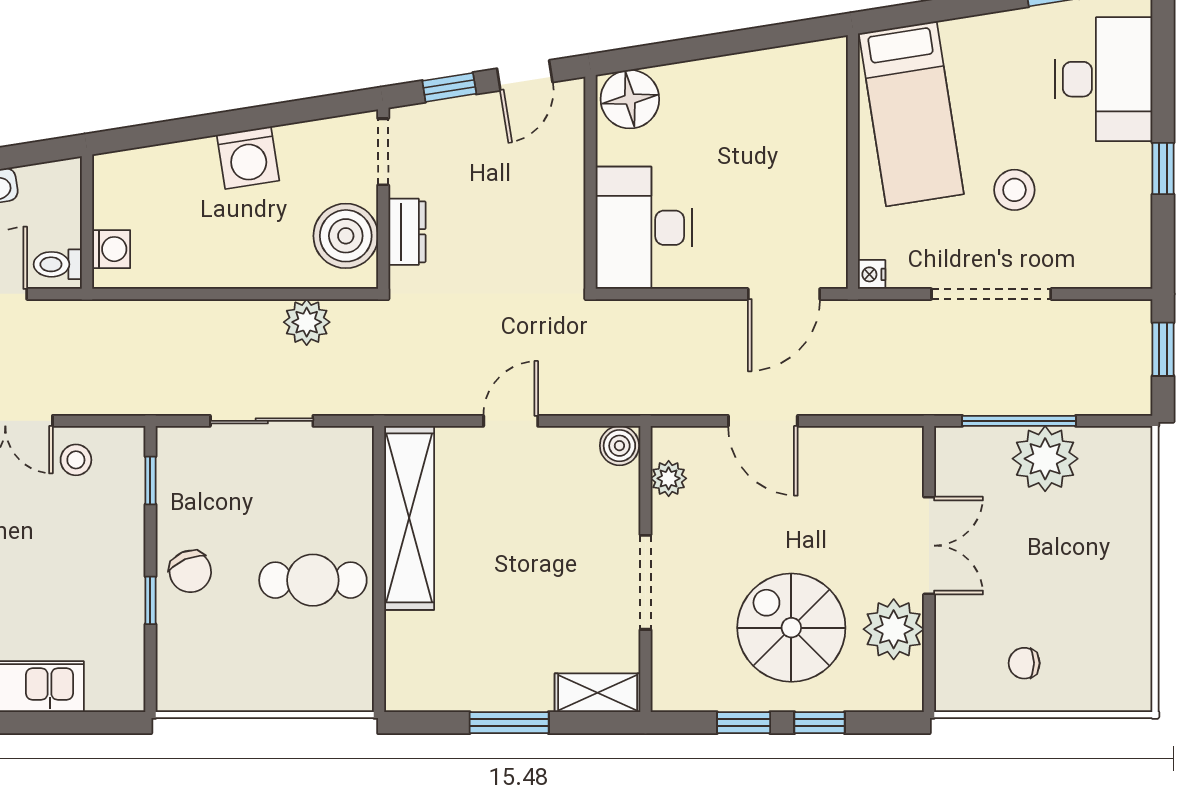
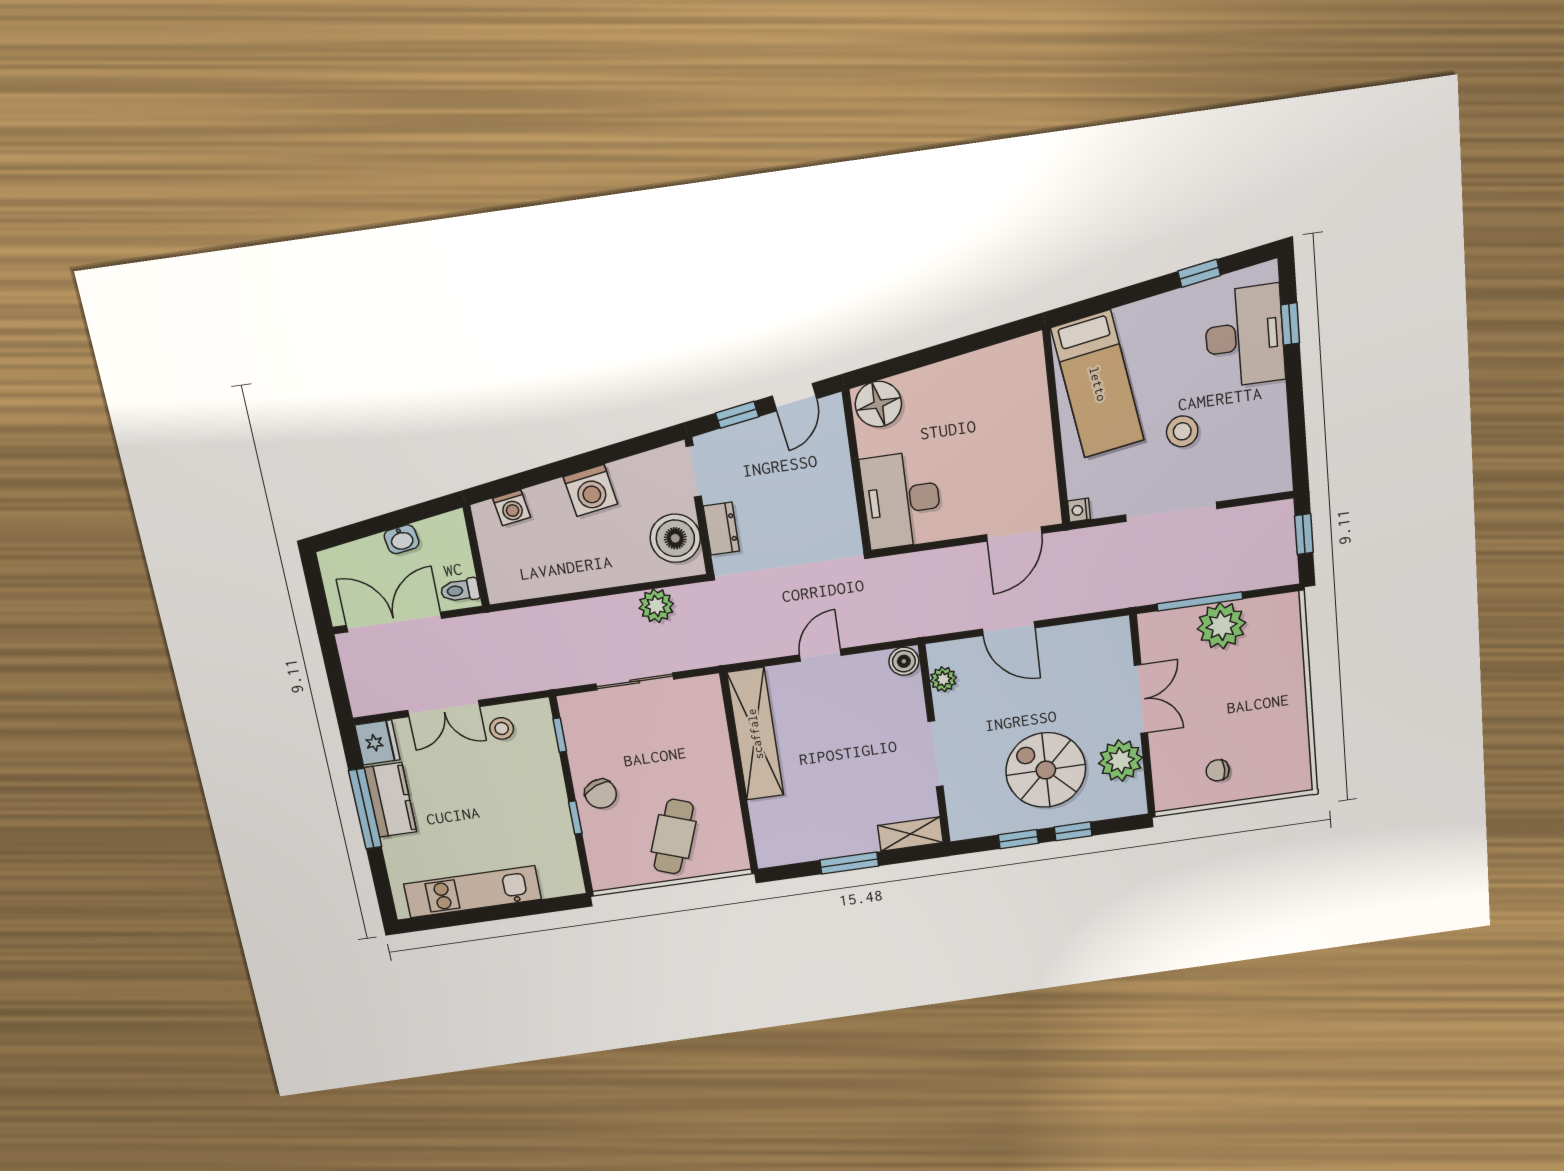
window: (1163, 168) -> (1290, 324), moved
washing machine: (111, 249) -> (512, 508), moved, turned 81
cafe table: (313, 580) -> (674, 837), moved, turned -70

